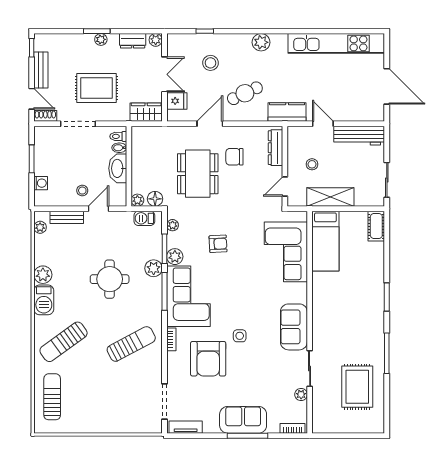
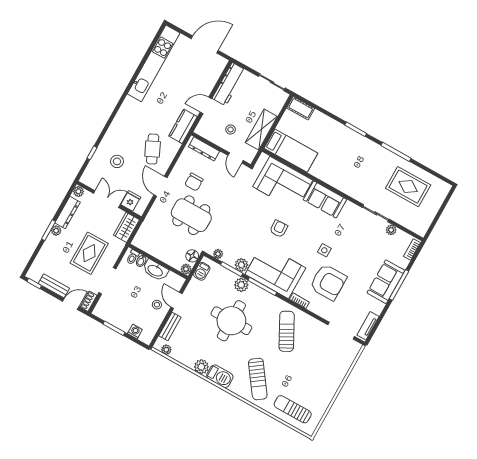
dresser: (133, 41) -> (68, 212), width x1.44
plant: (261, 42) -> (123, 117), removed
armchair: (218, 244) -> (279, 229), moved
round table: (110, 279) -> (231, 321), width x1.36, depth x1.36
sofa: (294, 327) -> (325, 200), moved

